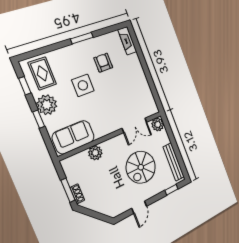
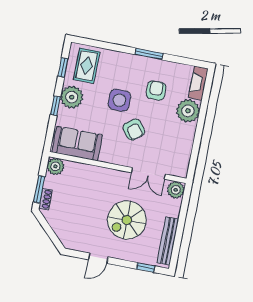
plant: (133, 65) -> (188, 111), added
armchair: (106, 101) -> (134, 130), added
plant: (95, 153) -> (55, 166), moved

